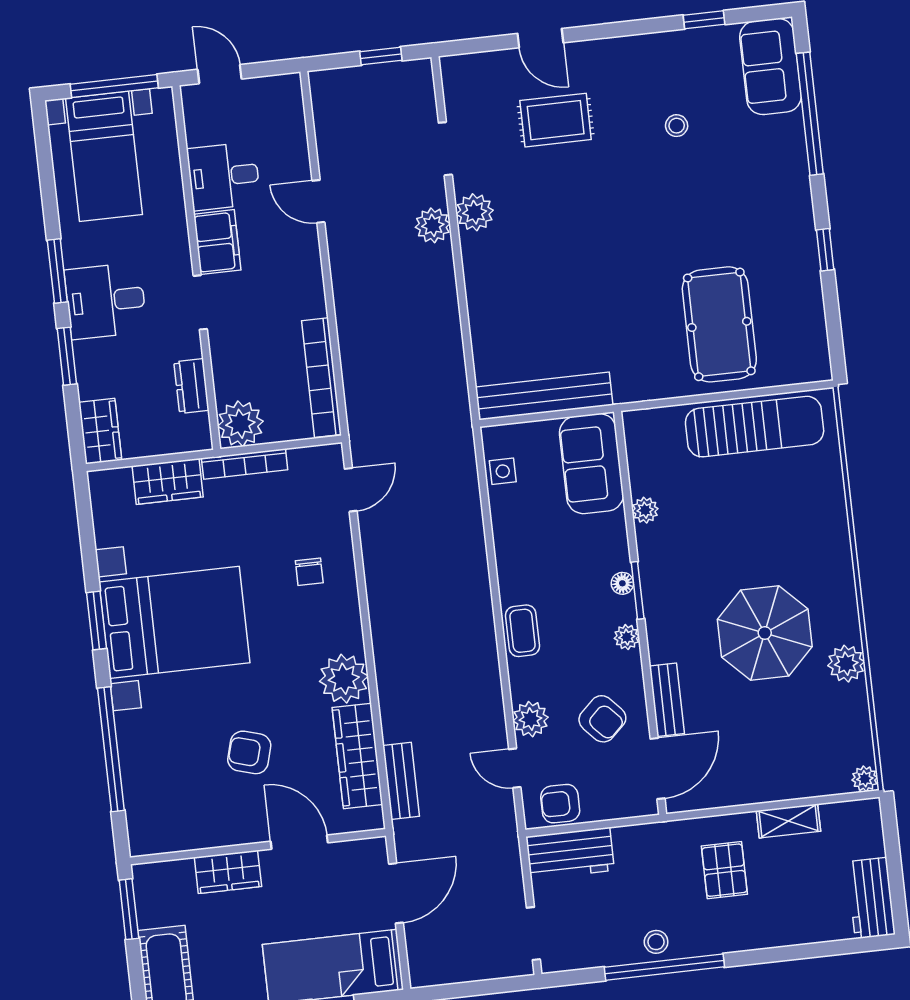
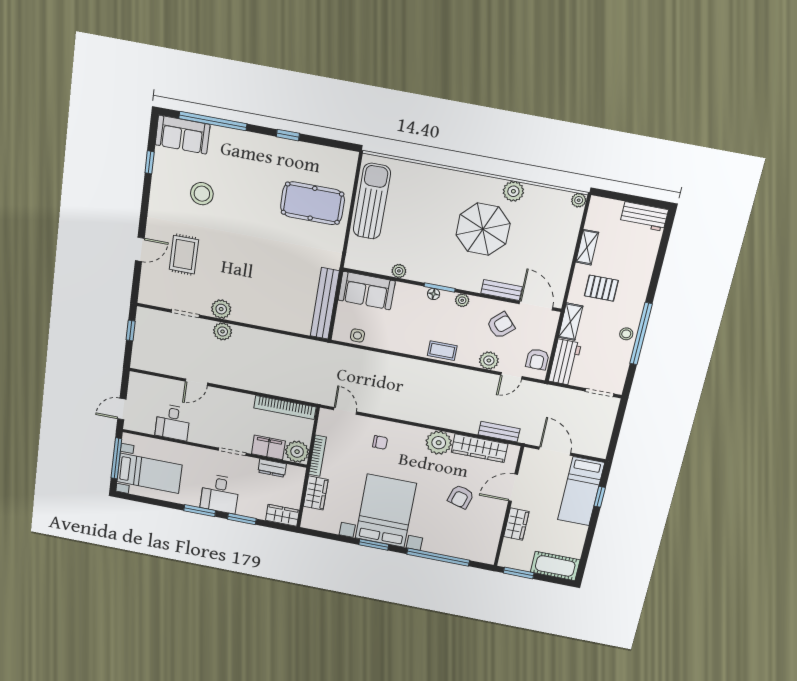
stool: (677, 126) -> (202, 194), width x1.89, depth x1.89
filing cabinet: (217, 242) -> (268, 447), moved
shelving: (648, 838) -> (571, 322), added

